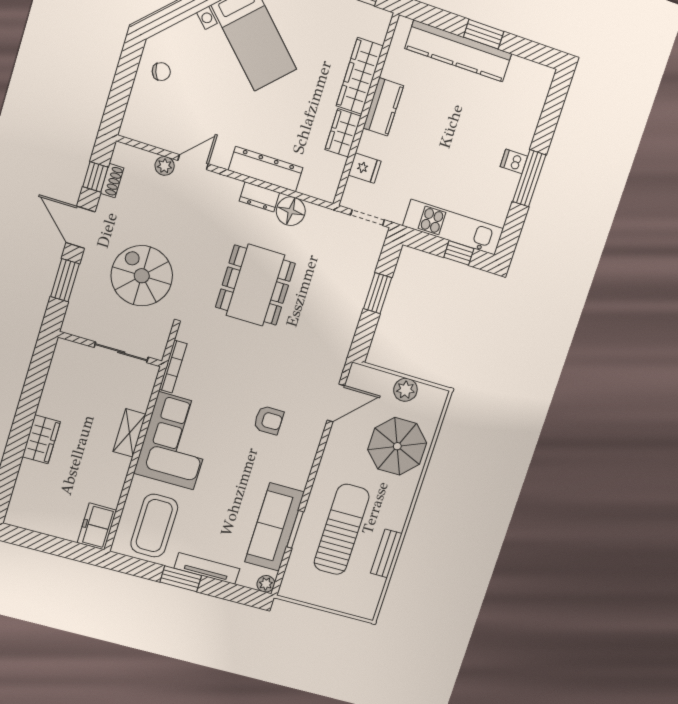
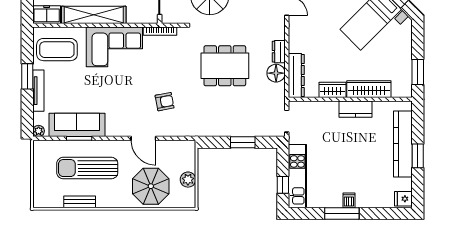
fridge: (365, 168) -> (403, 199), moved, turned 90
dresser: (266, 169) -> (296, 76), moved
door: (336, 403) -> (143, 138), moved
armchair: (269, 420) -> (165, 102), moved, turned -101
shelving: (129, 433) -> (94, 15), width x2.20, depth x1.33
sun lounger: (342, 529) -> (87, 168), turned 180

